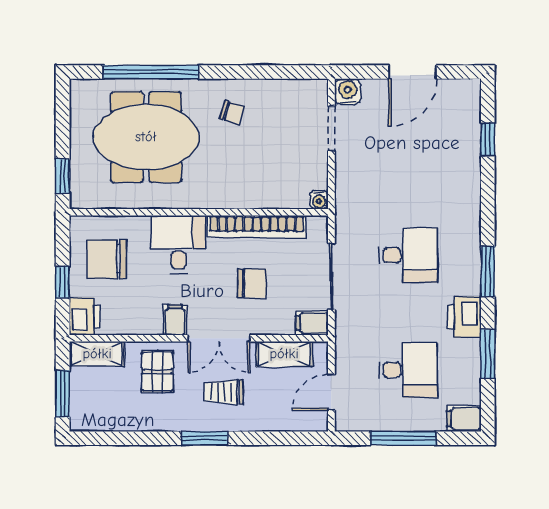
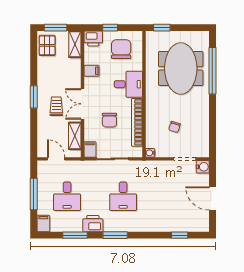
chair: (232, 113) -> (175, 127), moved
filing cabinet: (175, 320) -> (92, 71), moved
pallet: (157, 371) -> (47, 45), moved, turned 90

